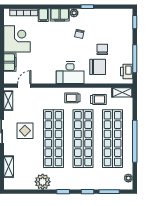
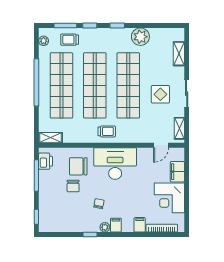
filing cabinet: (60, 15) -> (116, 225), width x0.50
desk: (70, 73) -> (115, 164), width x1.36, depth x1.30
trolley: (98, 99) -> (70, 40), moved

